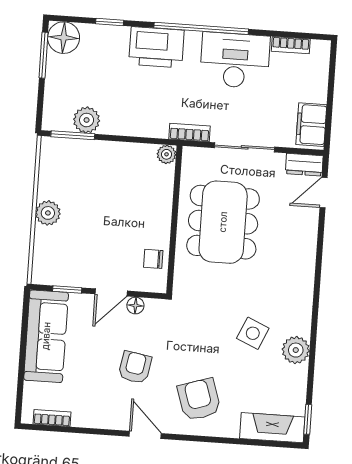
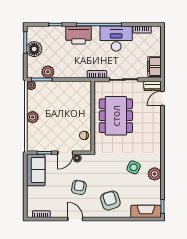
floor lamp: (64, 38) -> (34, 49), moved
plant: (167, 154) -> (31, 85), moved
sofa: (46, 336) -> (36, 170), width x0.73
door: (145, 435) -> (75, 219), moved

